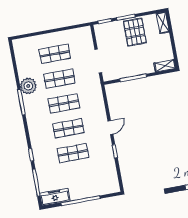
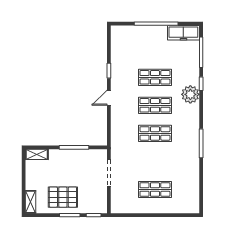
pallet: (135, 32) -> (63, 197), turned 90
shop shelf: (59, 79) -> (155, 161), removed
plant: (28, 86) -> (190, 94), moved

